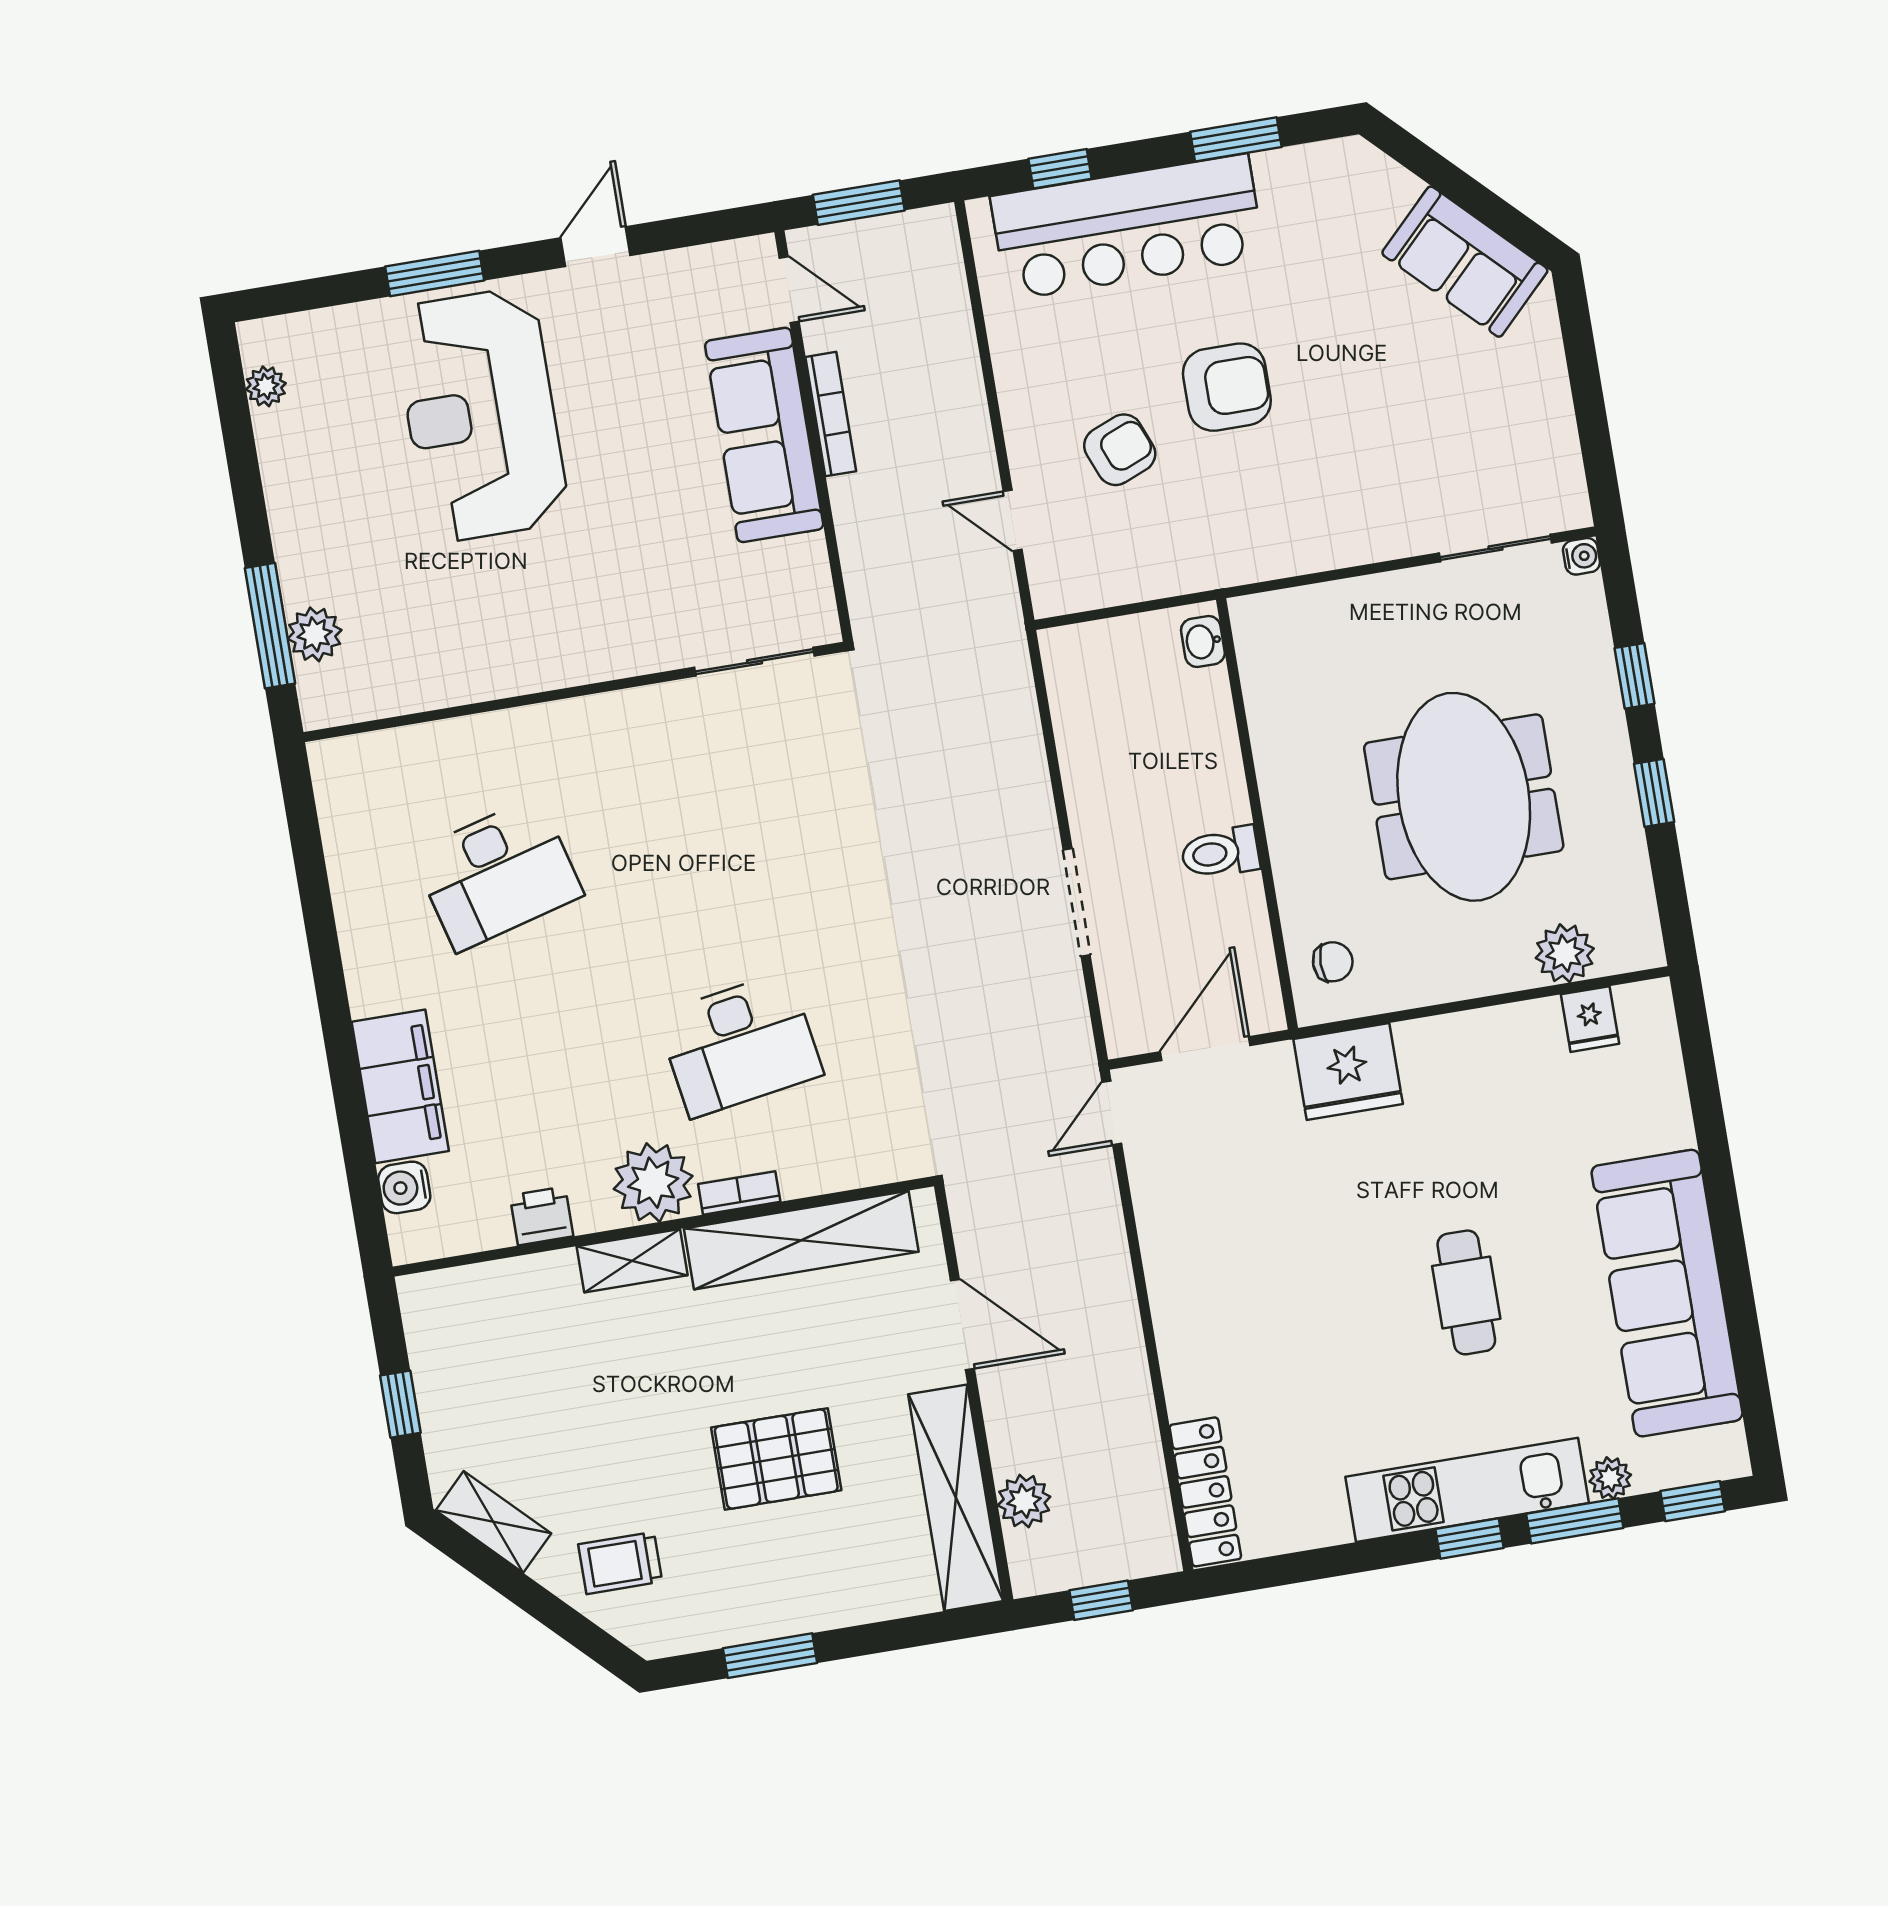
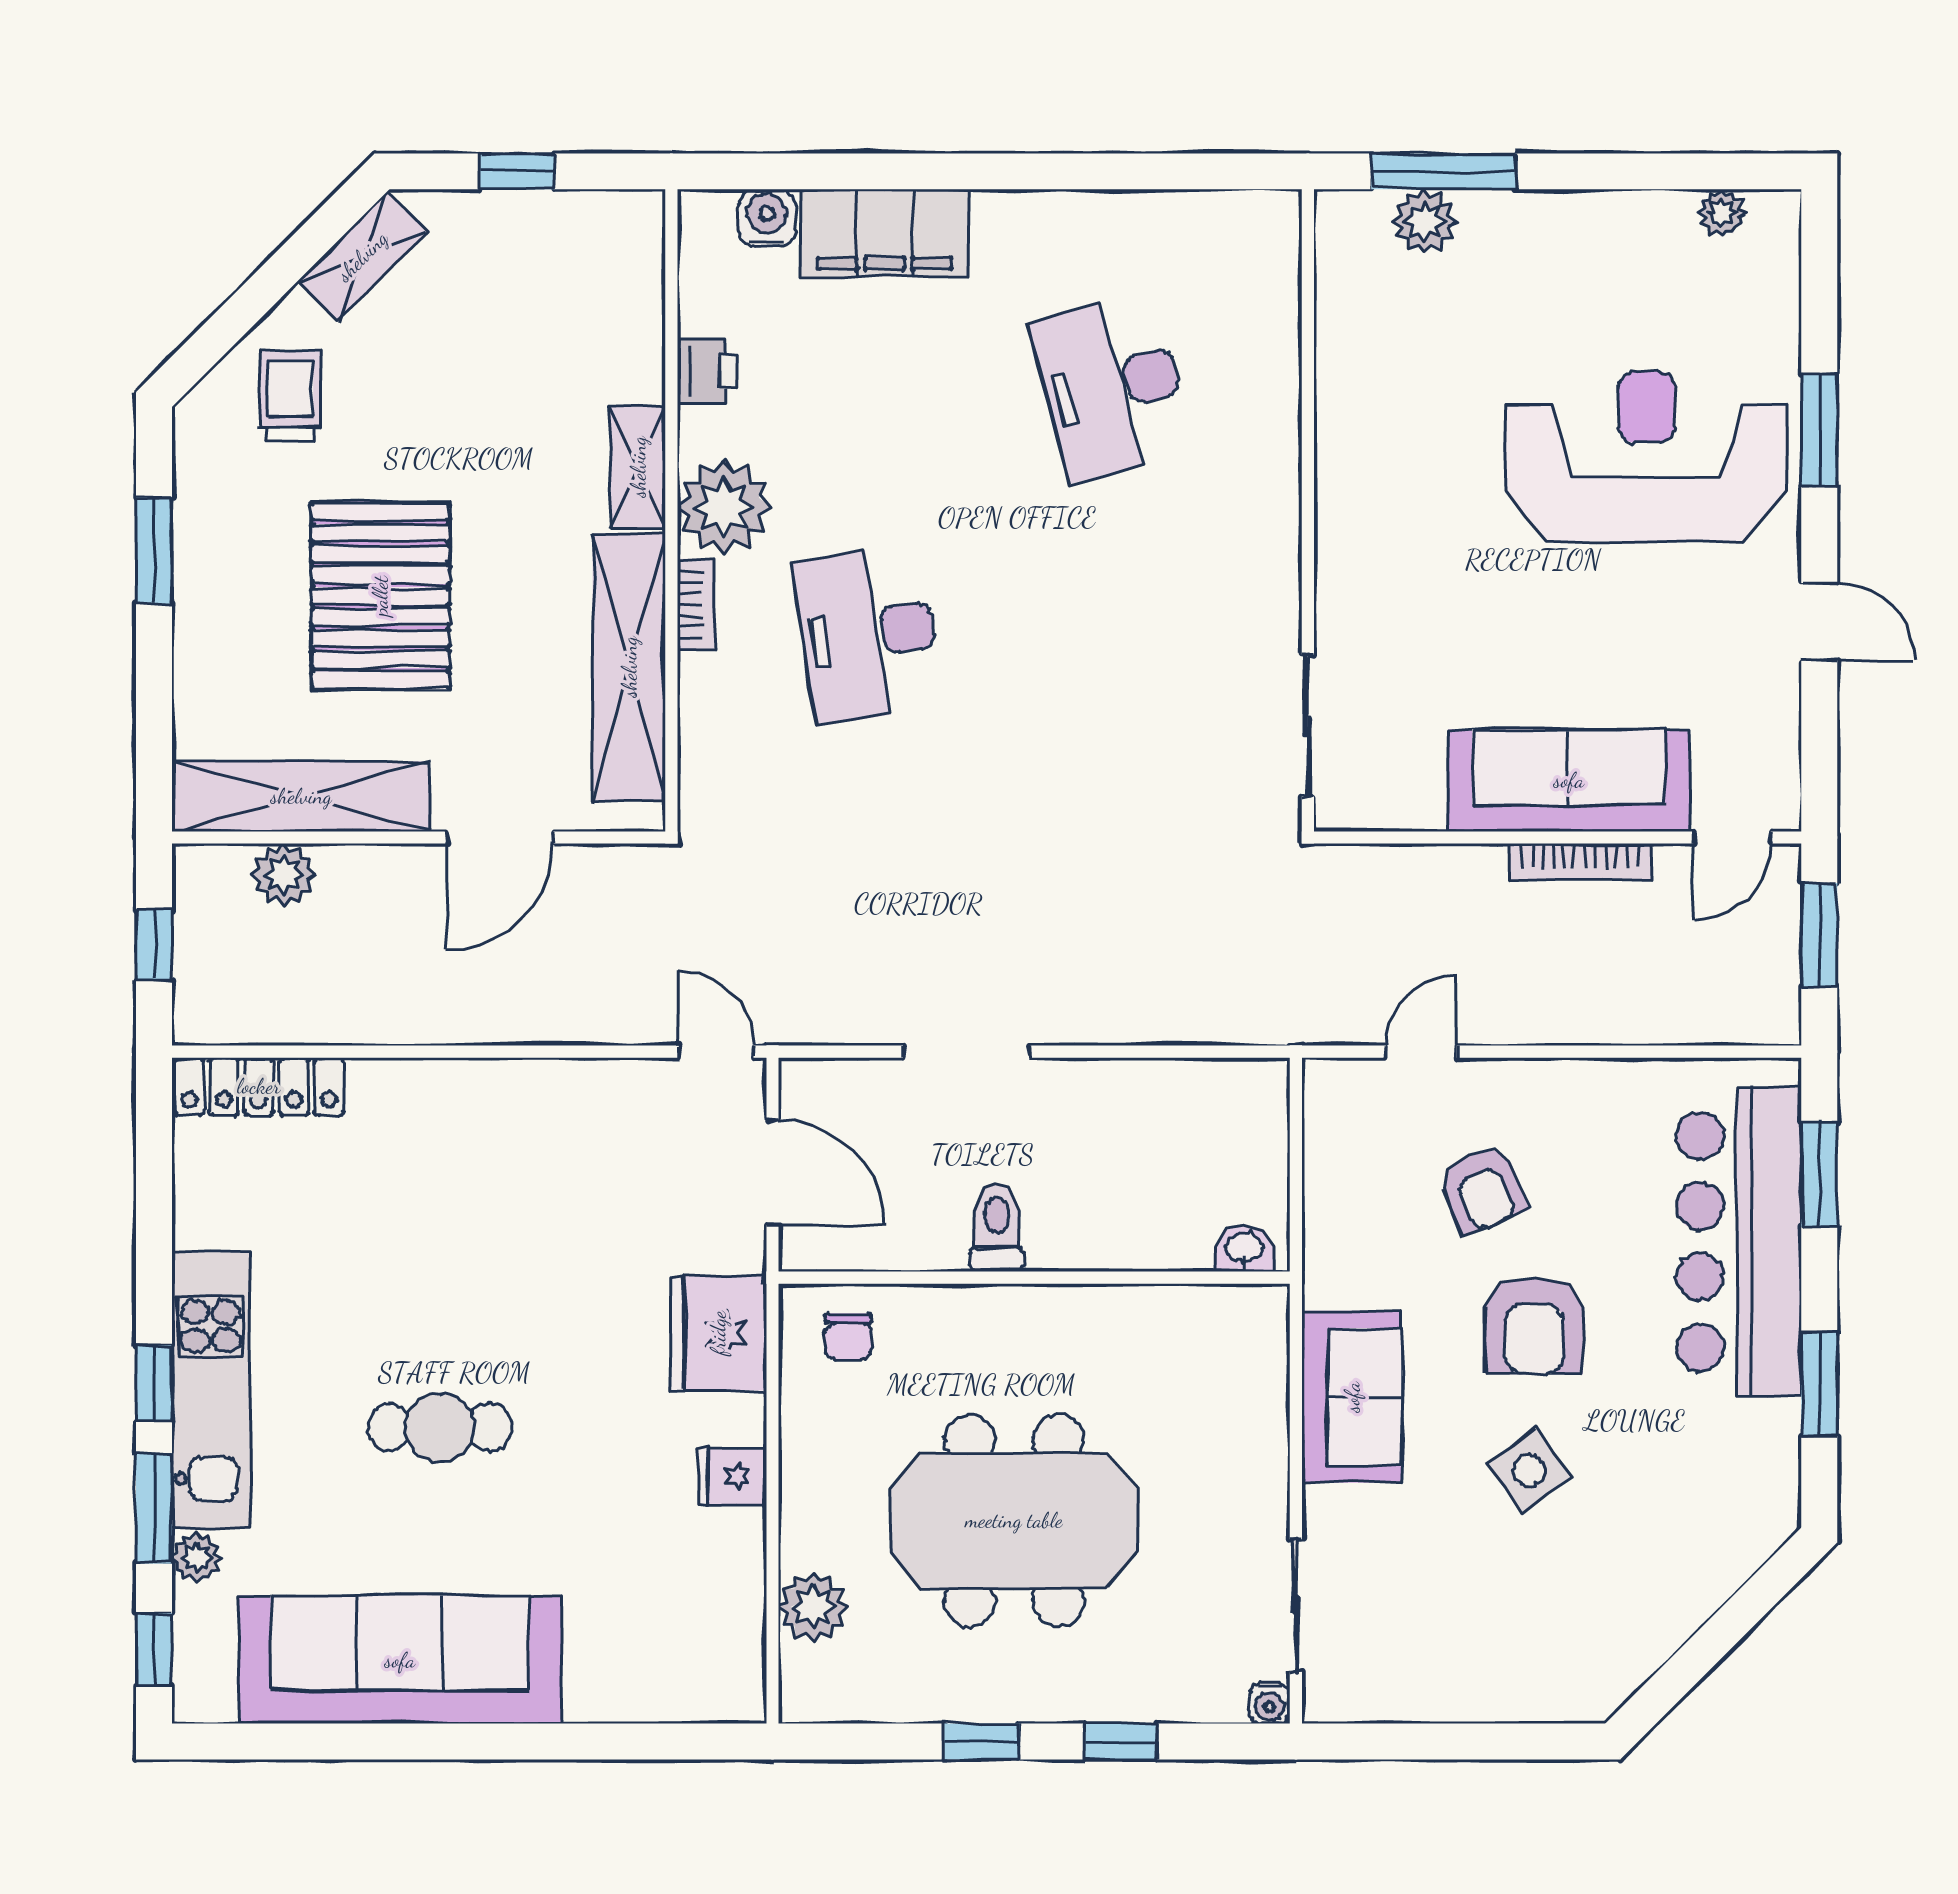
window: (1060, 169) -> (1819, 1175), width x1.50
sofa: (1465, 262) -> (1352, 1397), moved, turned 135
side table: (1349, 371) -> (1529, 1470), added
fridge: (1590, 1019) -> (732, 1476), moved
pallet: (776, 1459) -> (380, 596), width x1.37, depth x1.41

